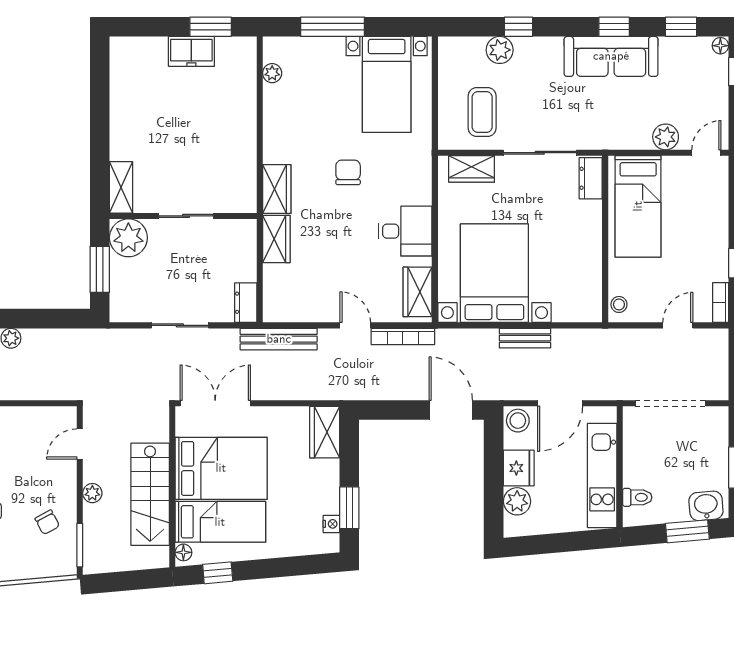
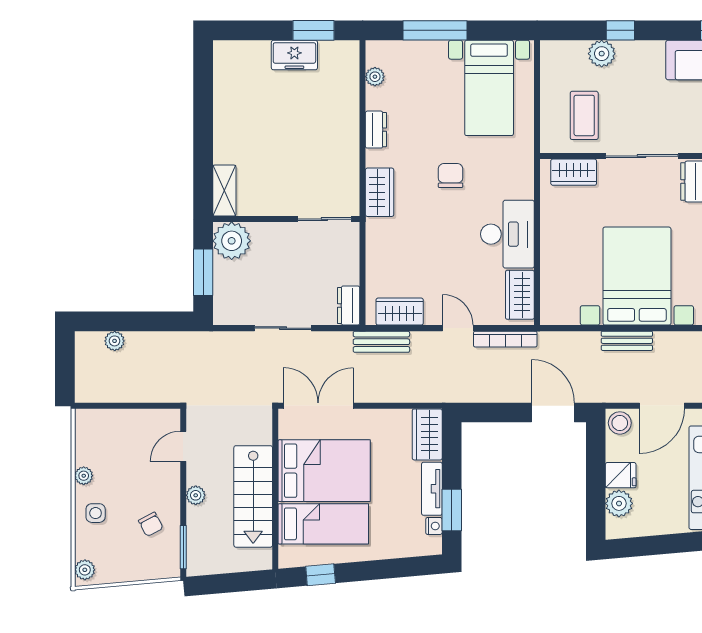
dresser: (273, 126) -> (376, 130), added
sliding door: (186, 216) -> (324, 219), moved
desk: (405, 231) -> (507, 234), width x1.37
wardrobe: (276, 239) -> (400, 312), moved, turned -90
bed with nightstands: (494, 273) -> (637, 276), moved
bench: (279, 339) -> (381, 342), width x0.73
fridge: (519, 468) -> (621, 475), width x0.72
tv unit: (329, 487) -> (432, 489), added
floor lamp: (183, 552) -> (287, 554), removed

